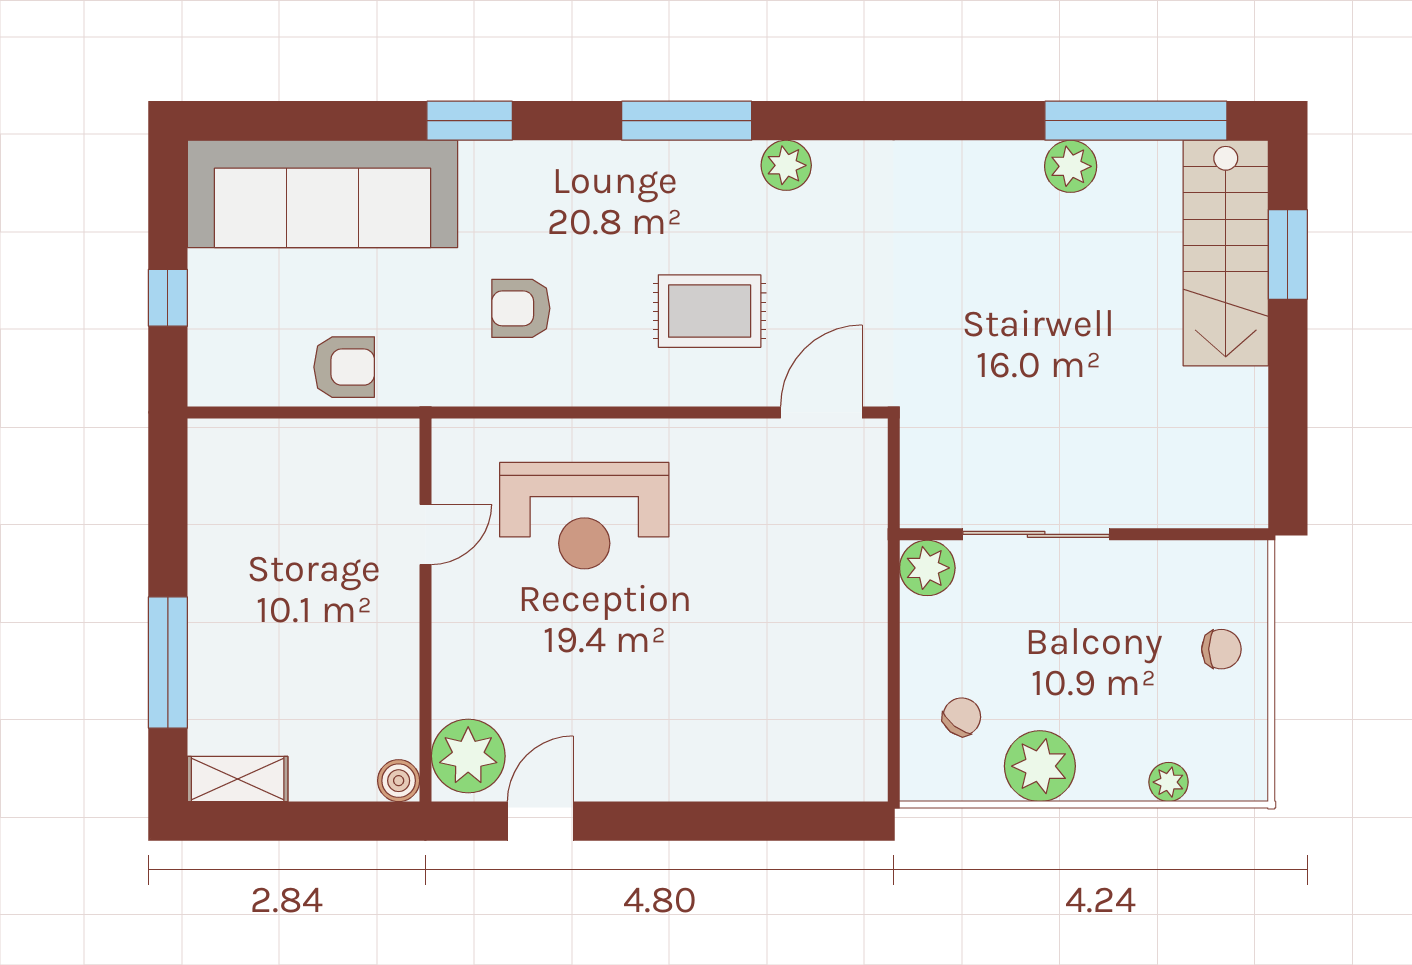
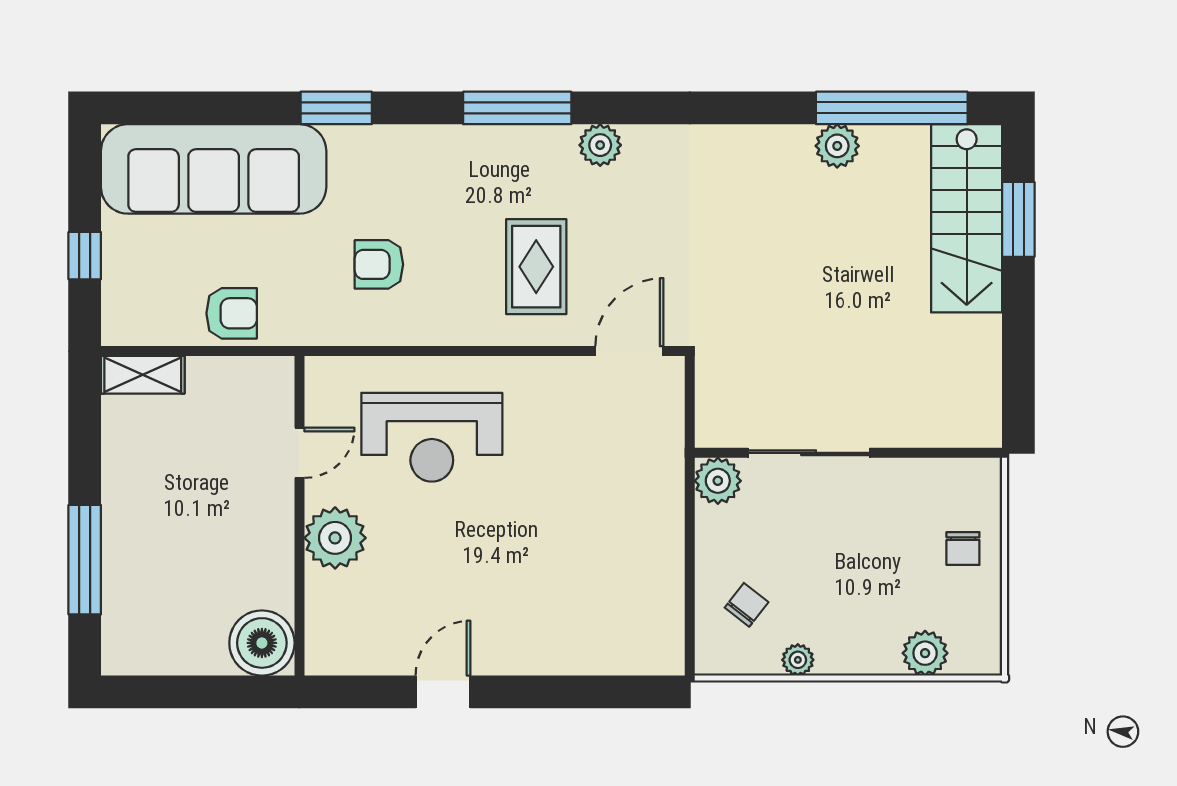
rug: (710, 311) -> (536, 267), turned 90
chair: (1221, 649) -> (963, 549), turned 90
plant: (468, 756) -> (335, 538), moved
plant: (1040, 766) -> (798, 660), width x0.53, depth x0.53
shelving: (238, 779) -> (143, 375), moved
boiler: (399, 781) -> (262, 643), width x1.86, depth x1.86
plant: (1169, 782) -> (925, 653), width x1.38, depth x1.38
door: (540, 821) -> (443, 692), moved

